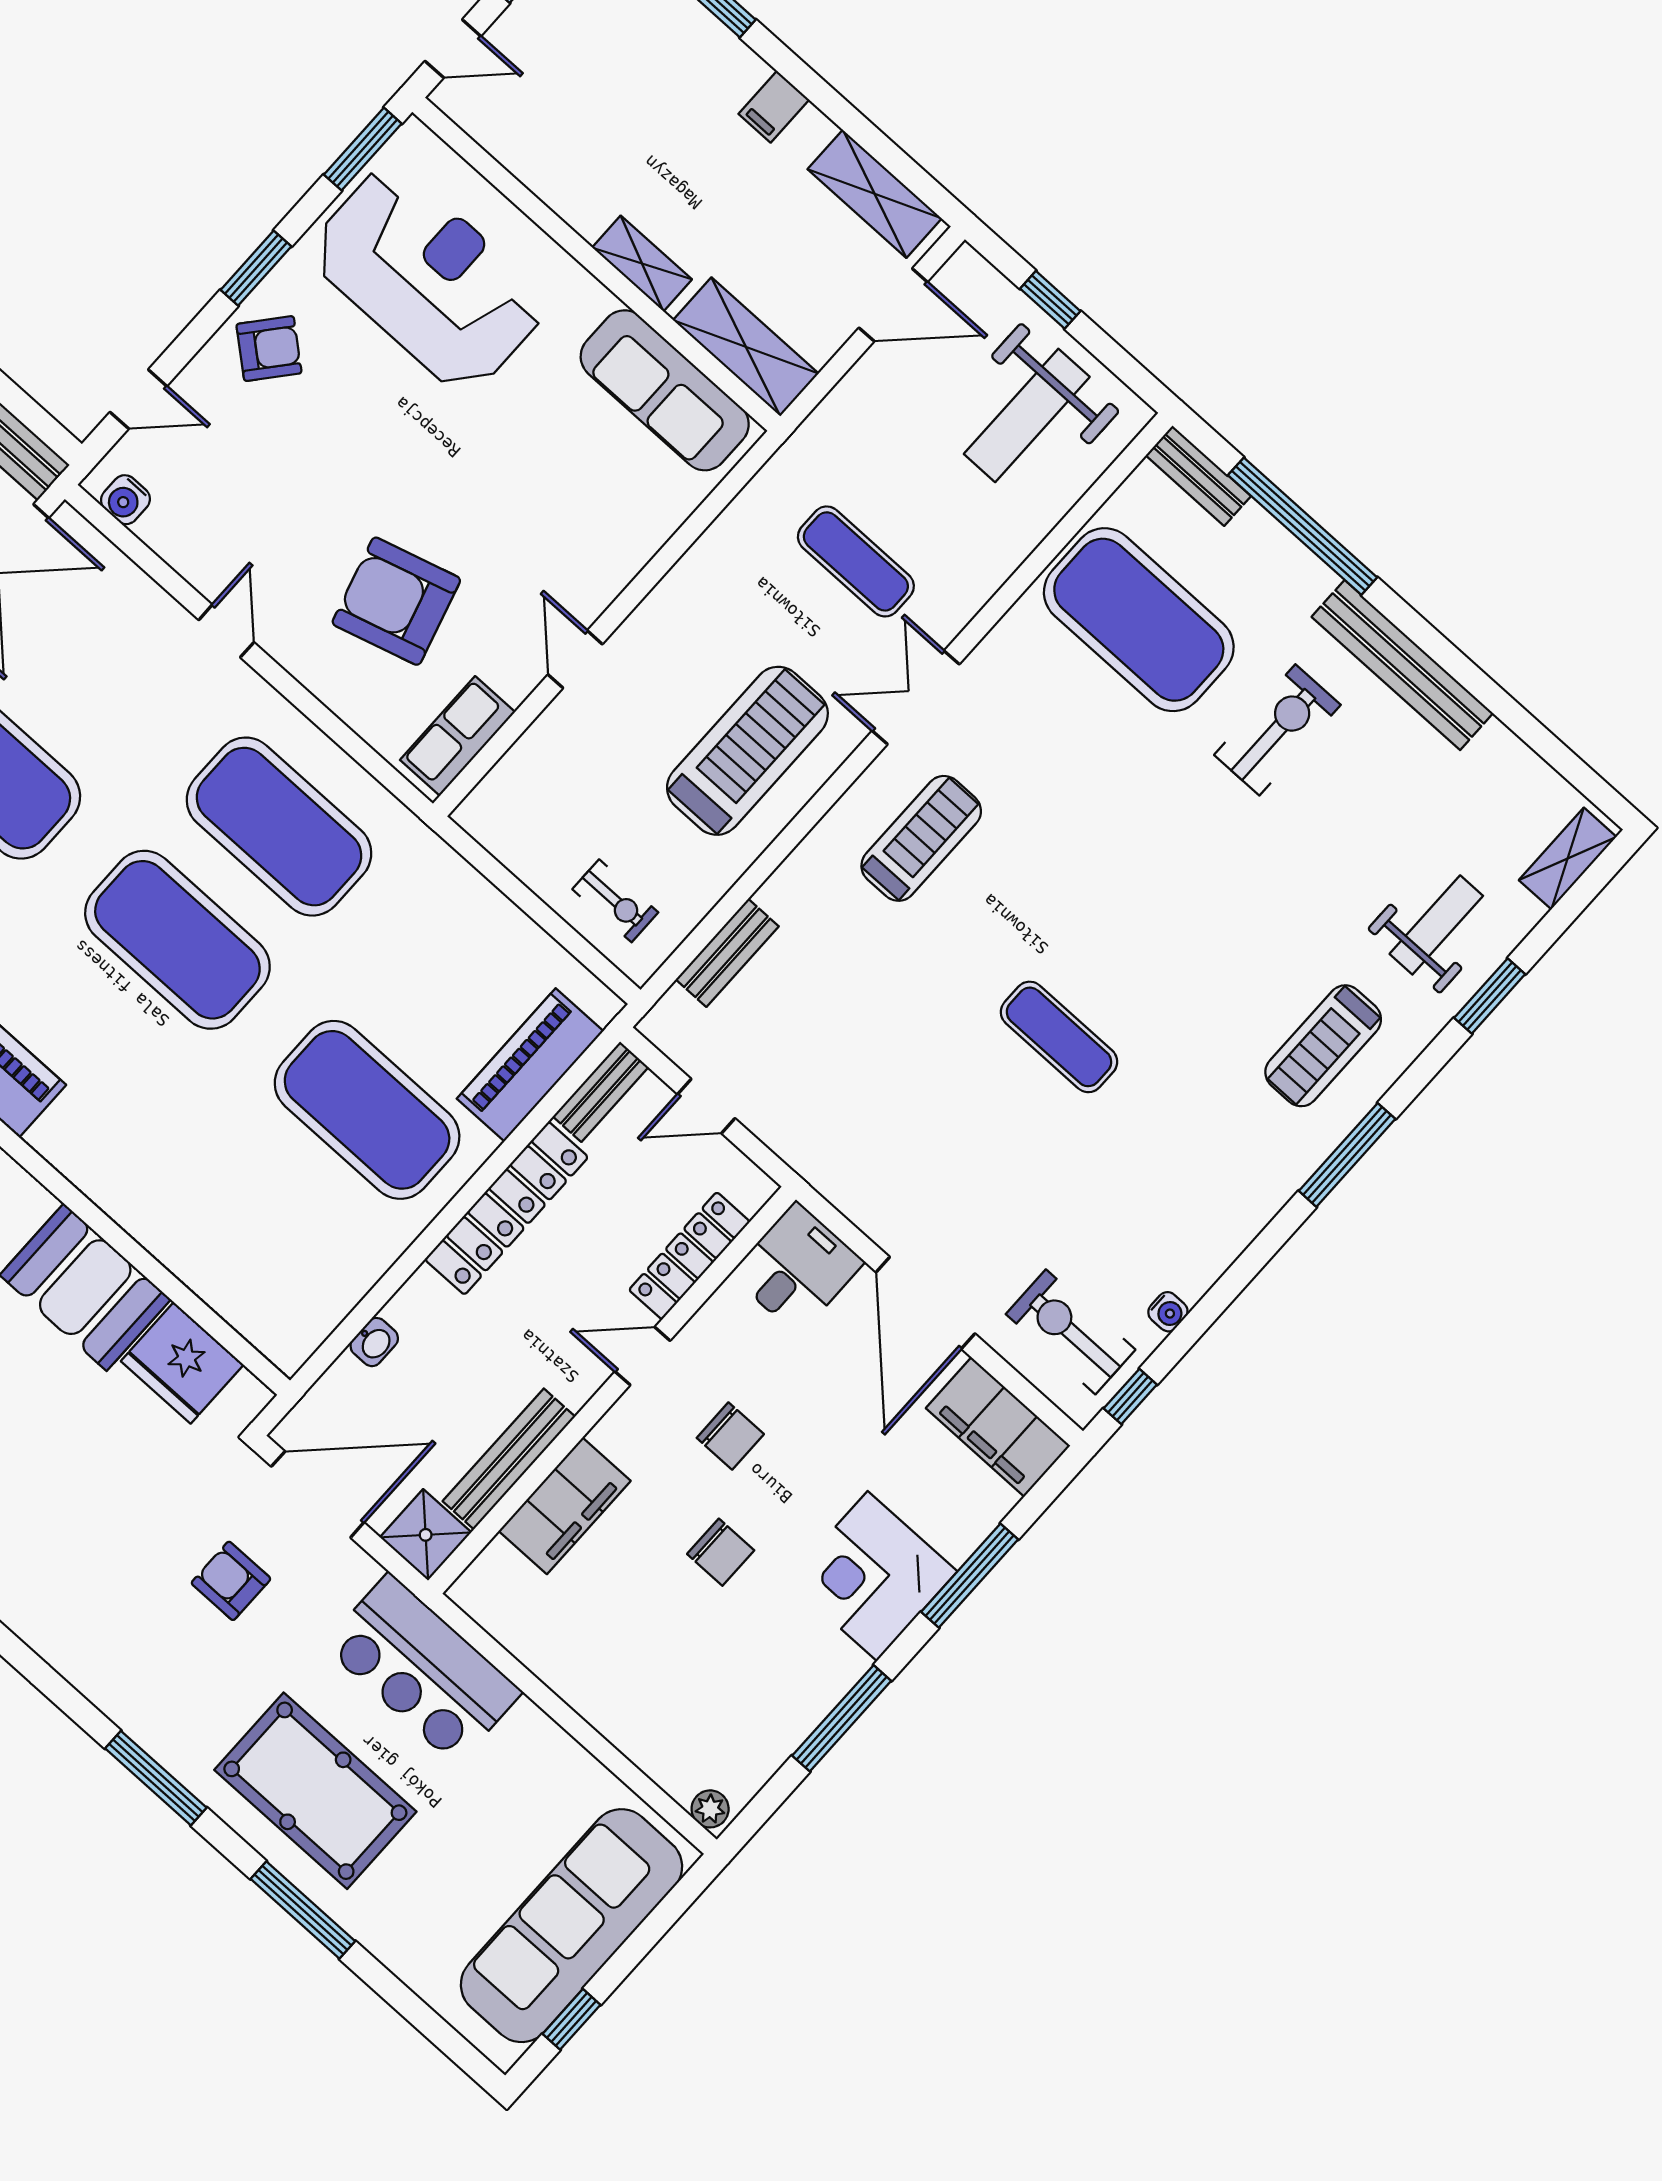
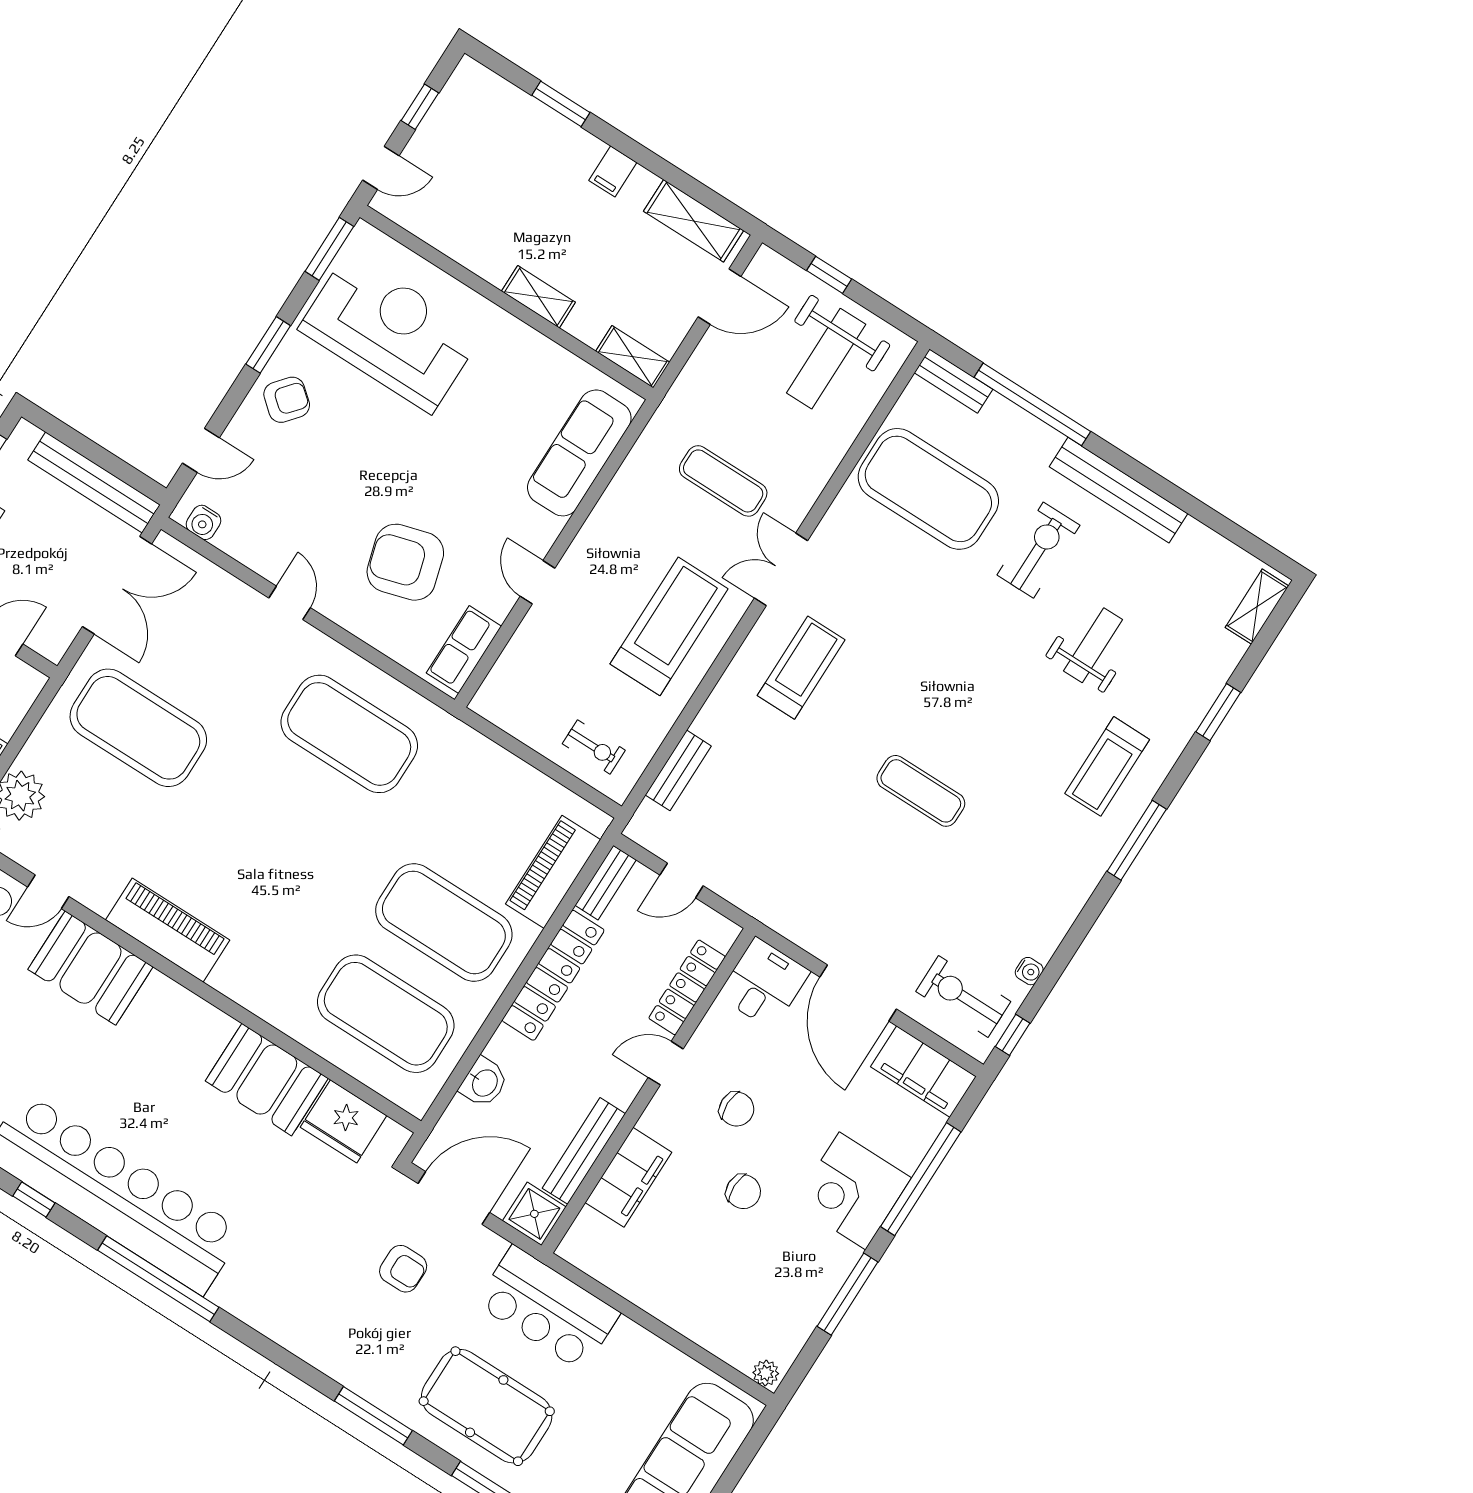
shelving: (746, 347) -> (633, 357), width x0.67, depth x0.75
sofa: (665, 390) -> (579, 453), moved, turned 90
weight bench: (1436, 925) -> (1093, 645), moved
exercise mat: (177, 940) -> (386, 1014), moved
washbasin: (374, 1342) -> (484, 1082), width x1.38, depth x1.45
window: (970, 1576) -> (921, 1179), width x1.46
armchair: (231, 1581) -> (403, 1269), turned 180

